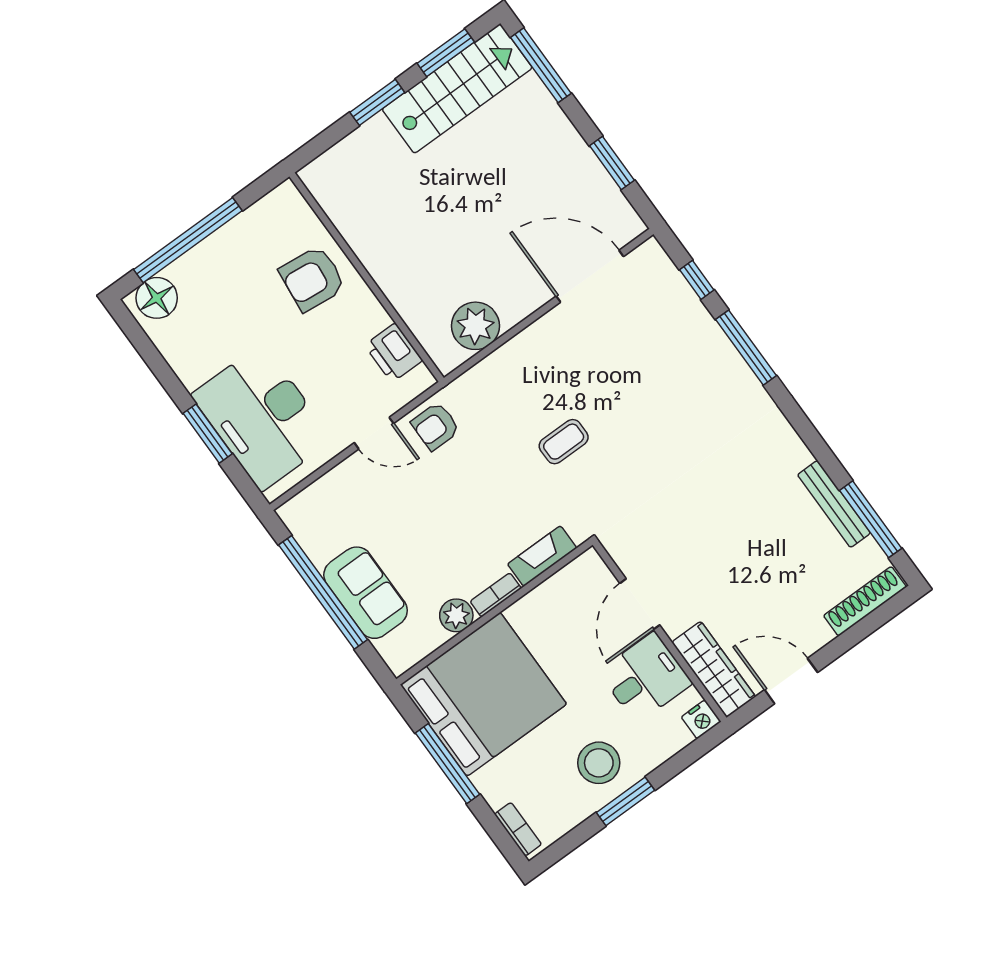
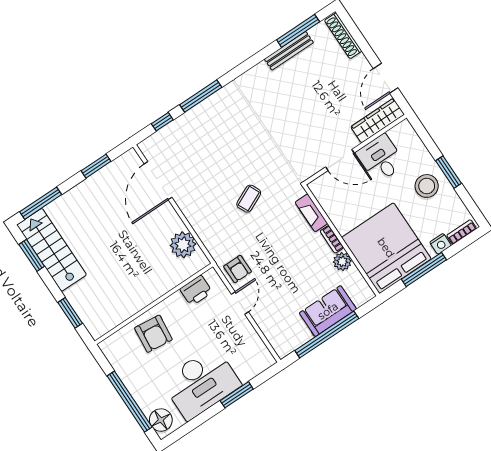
window: (377, 102) -> (70, 313), moved
desk: (262, 417) -> (201, 383), moved
coffee table: (564, 442) -> (249, 199), turned 65
nightstand: (701, 719) -> (440, 244), moved, turned 90

